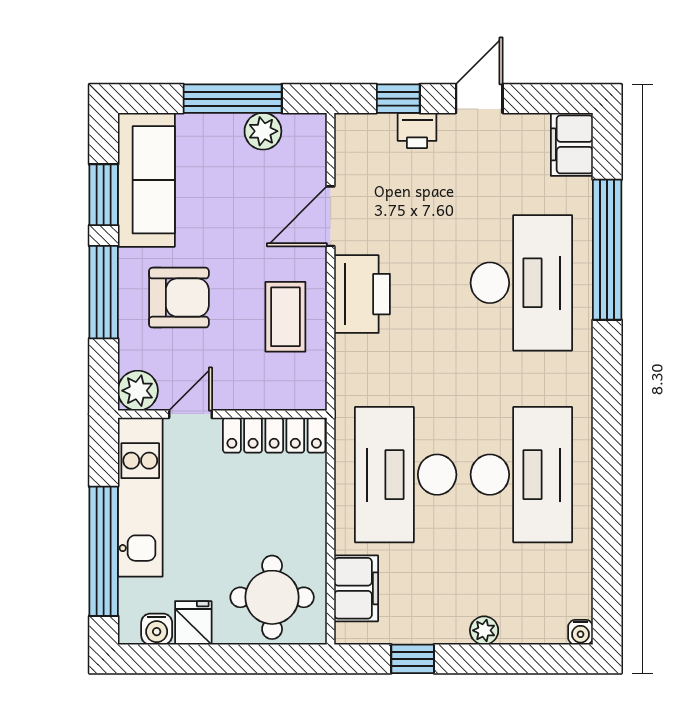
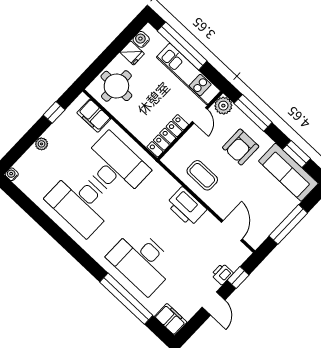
plant: (263, 131) -> (269, 224), removed
door: (331, 216) -> (232, 231), moved
window: (104, 292) -> (253, 113), moved

